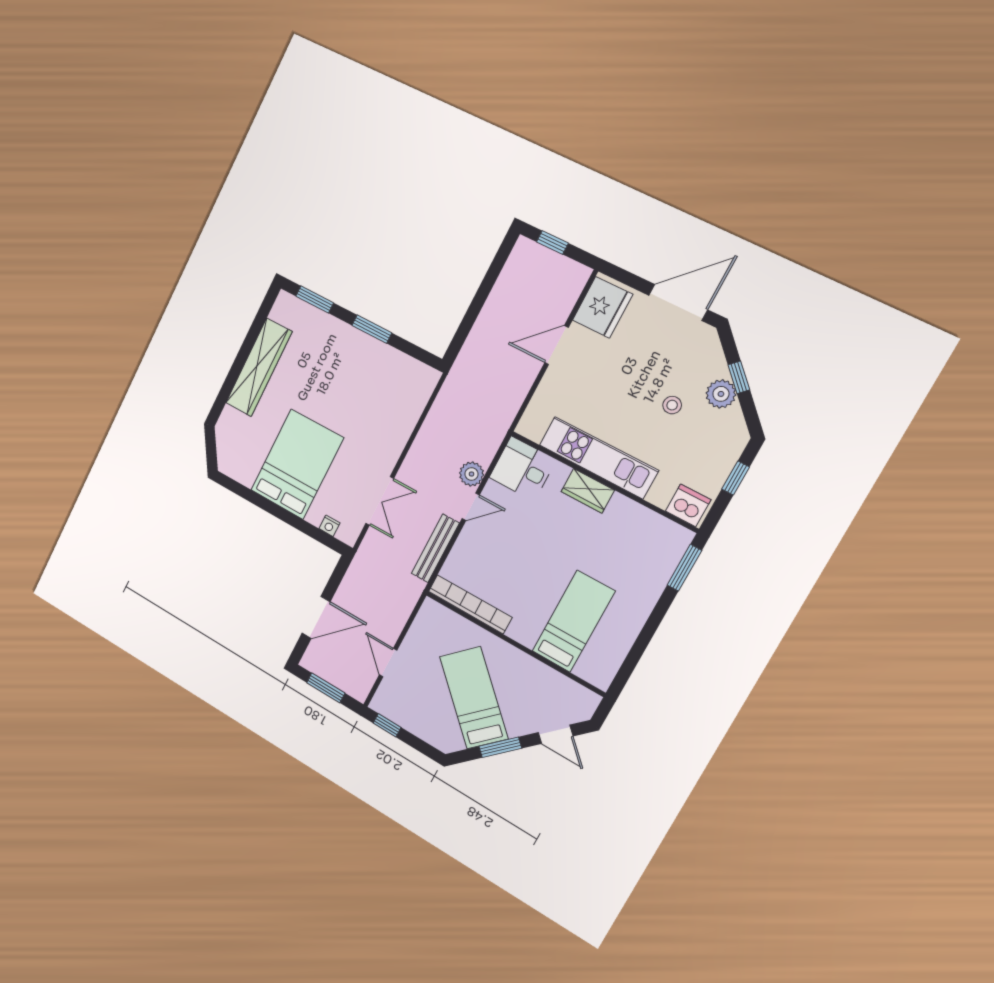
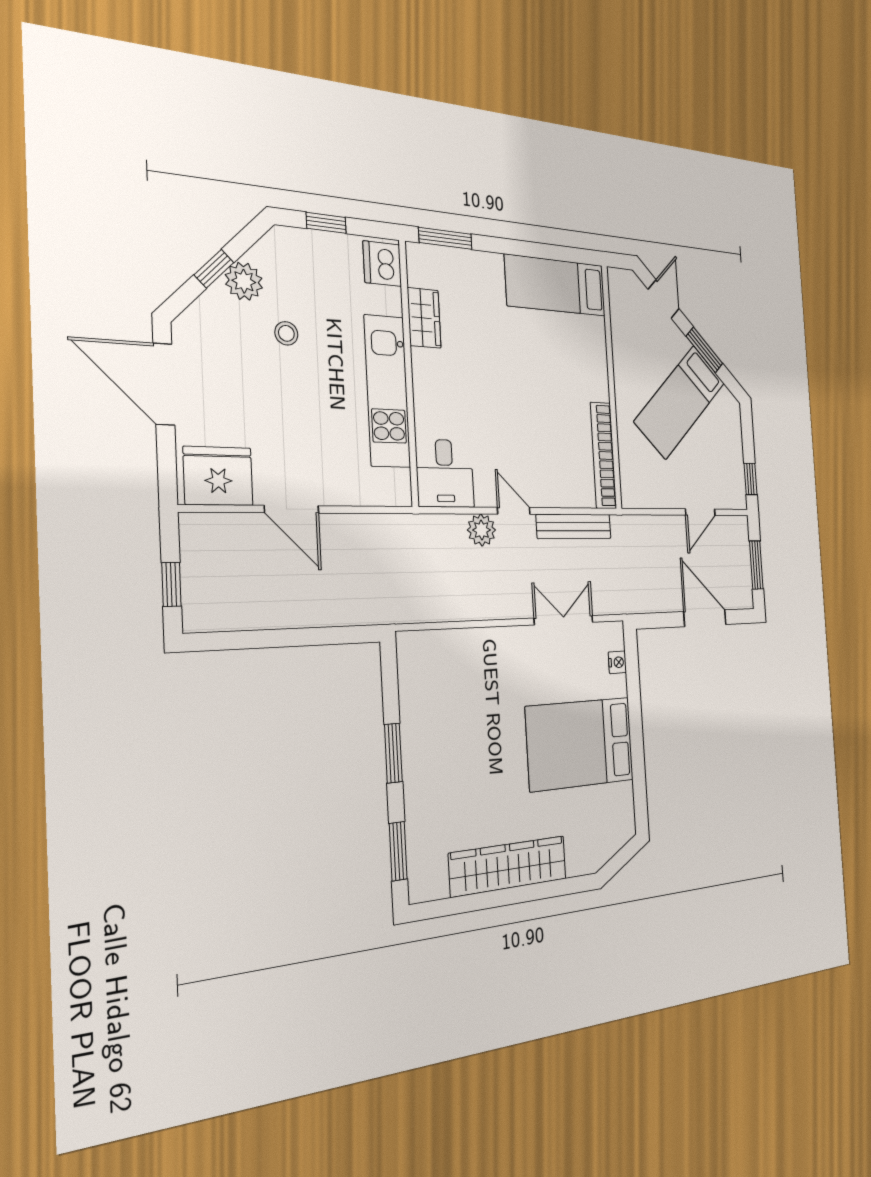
wardrobe: (588, 491) -> (424, 318), moved
bed: (573, 621) -> (556, 285), moved

